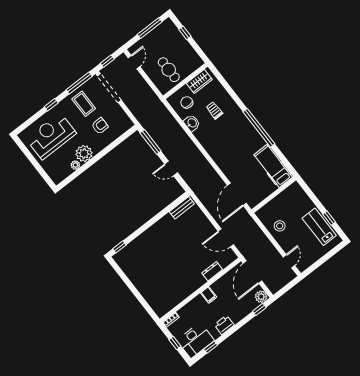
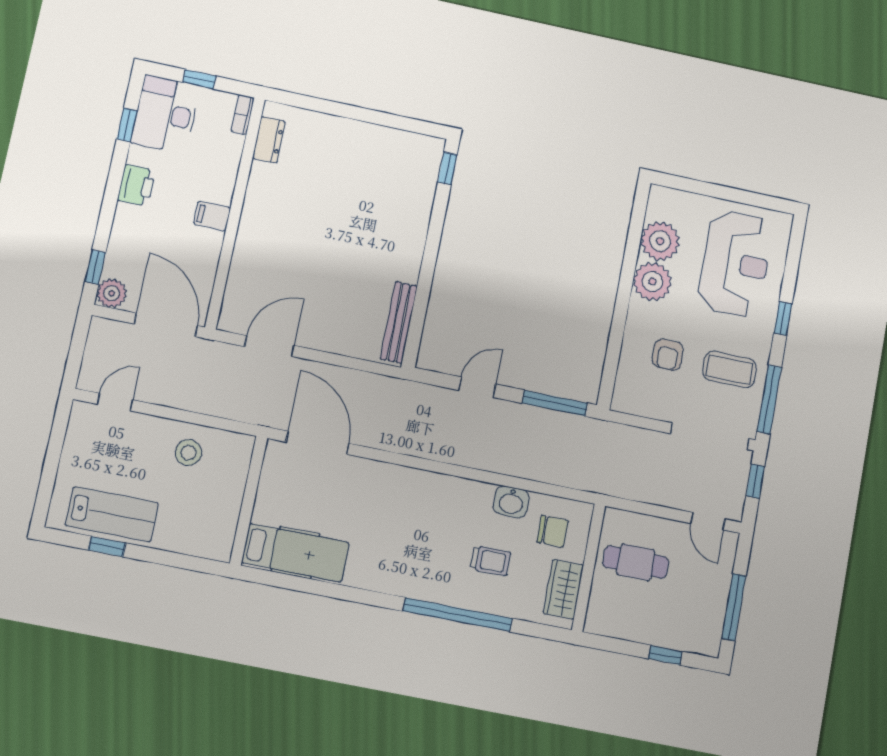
window: (259, 128) -> (458, 615), moved
plant: (75, 165) -> (660, 241), width x1.88, depth x1.88
bench: (182, 208) -> (399, 322), width x1.36
door: (289, 261) -> (115, 402), swing flipped
dresser: (212, 271) -> (269, 140), moved

